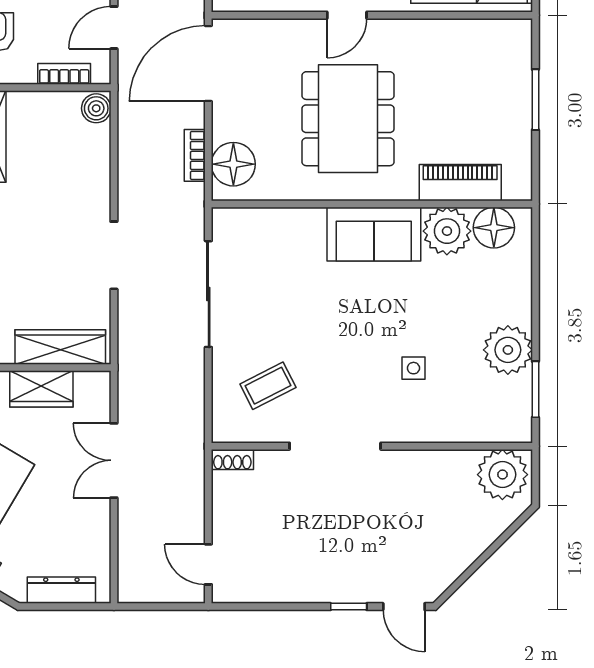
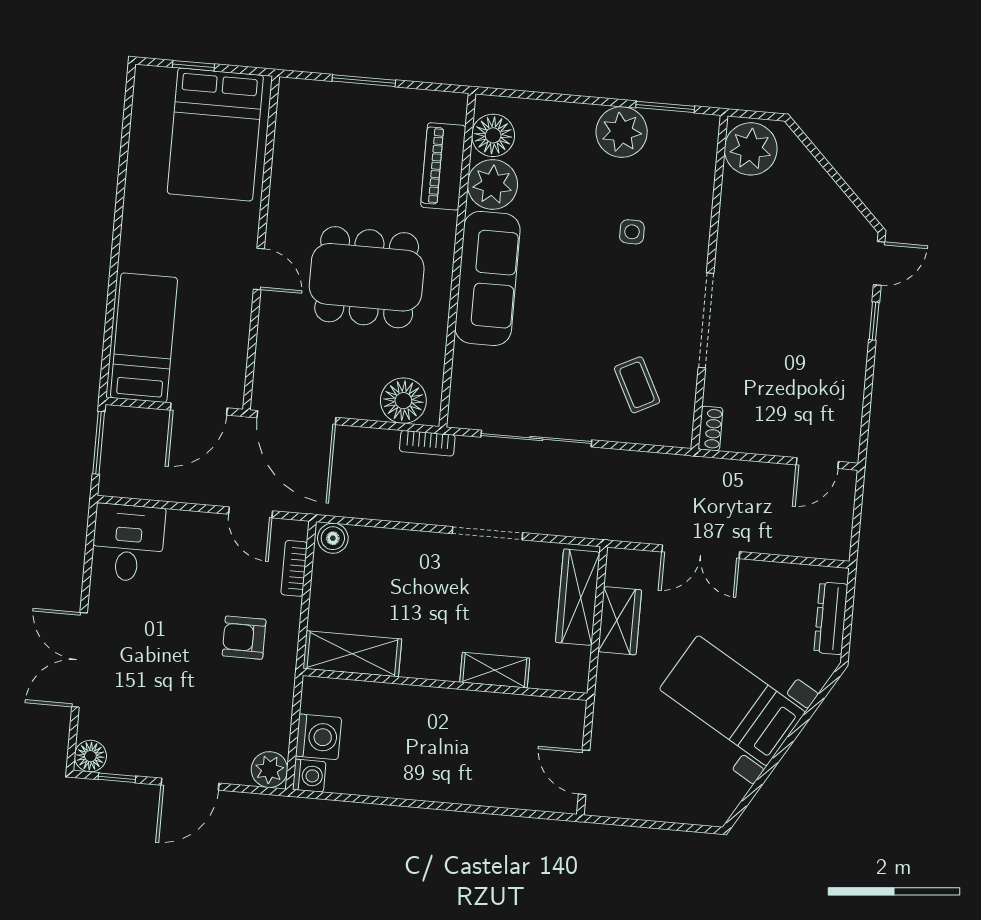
bookcase: (195, 155) -> (427, 443), moved
sofa: (374, 234) -> (487, 278), width x1.36

